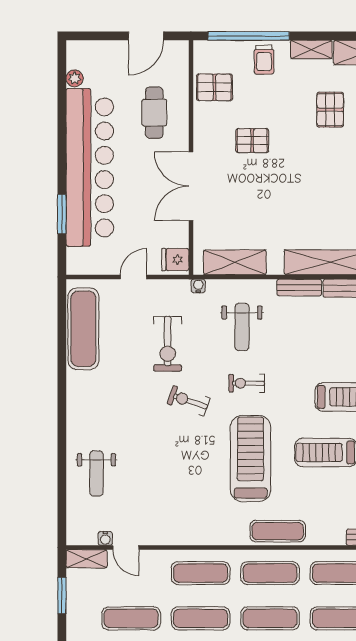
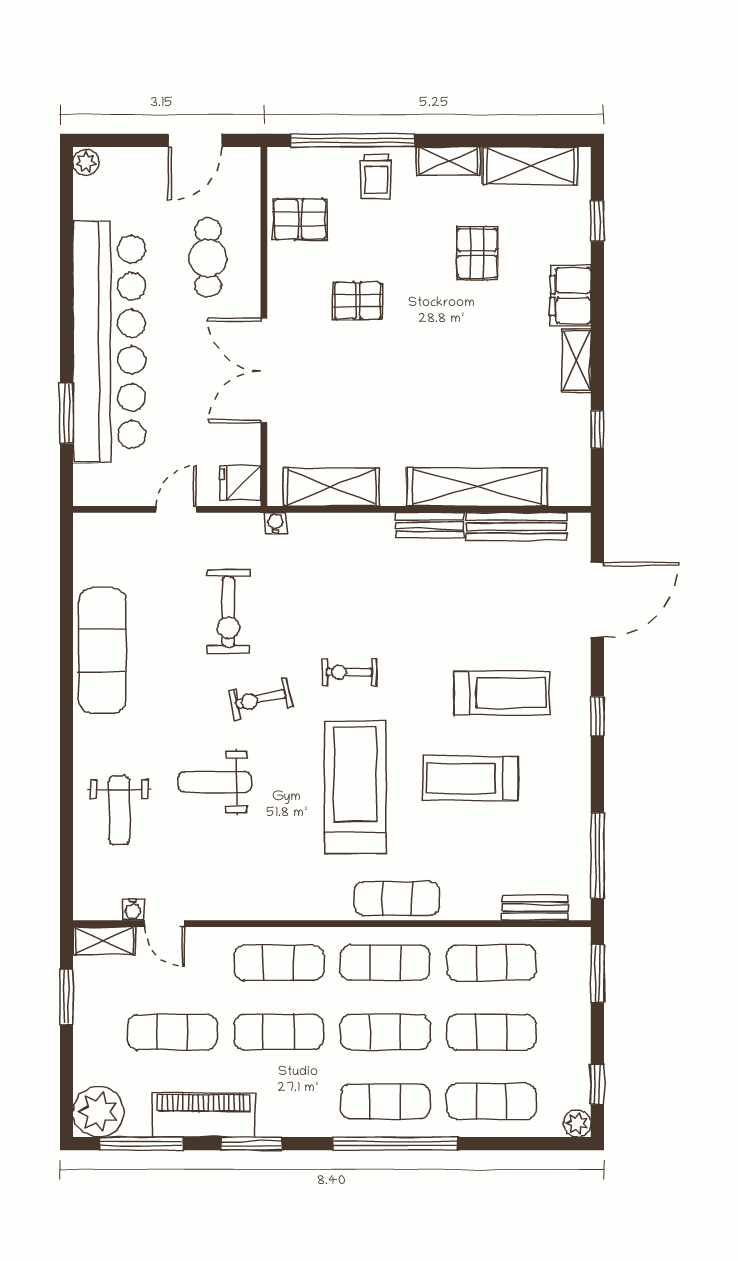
plant: (75, 78) -> (86, 162), moved
weight bench: (242, 327) -> (215, 782), moved, turned 90
exercise mat: (83, 329) -> (102, 651), moved
exercise bike: (189, 401) -> (261, 699), turned -32

